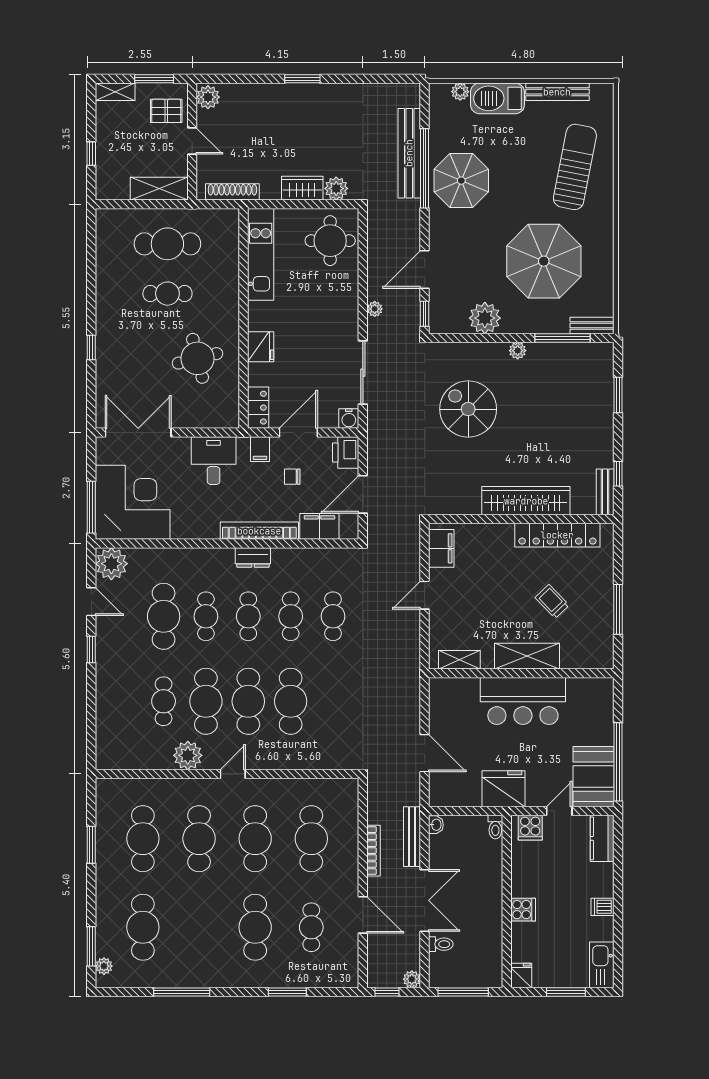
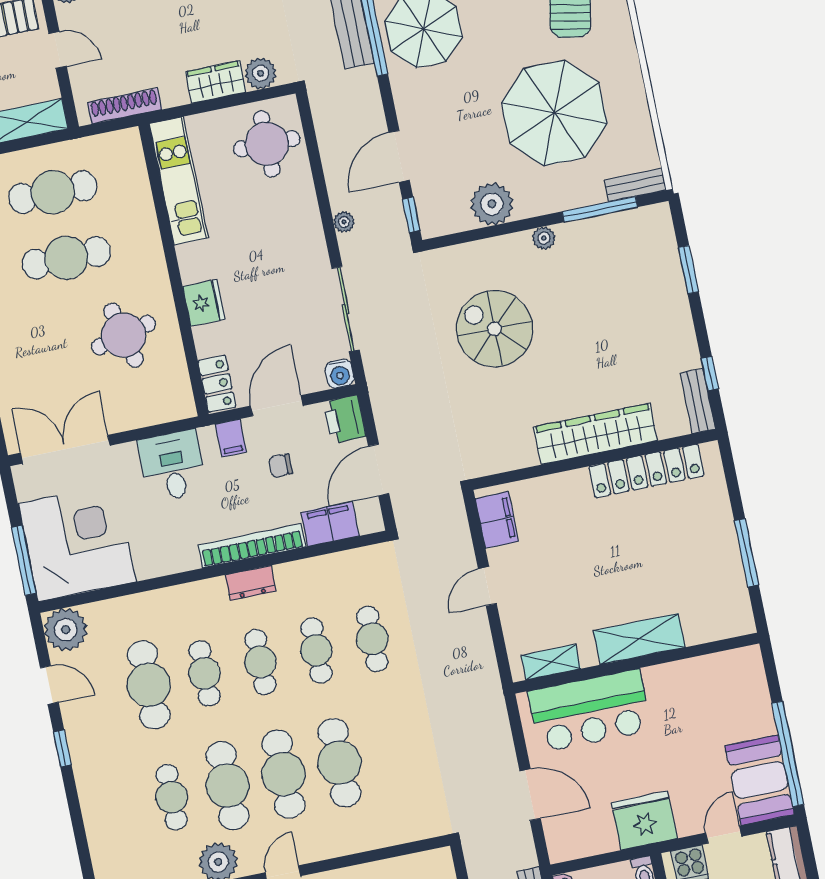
cafe table: (167, 294) -> (66, 258), width x1.37, depth x1.35
trolley: (552, 601) -> (657, 560), removed
bar counter: (523, 701) -> (590, 711), moved

